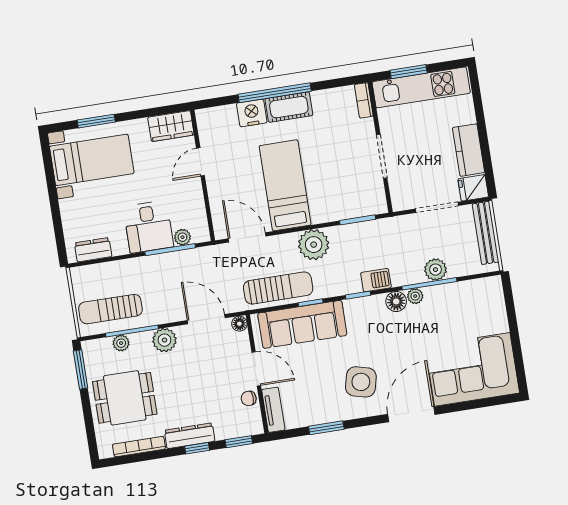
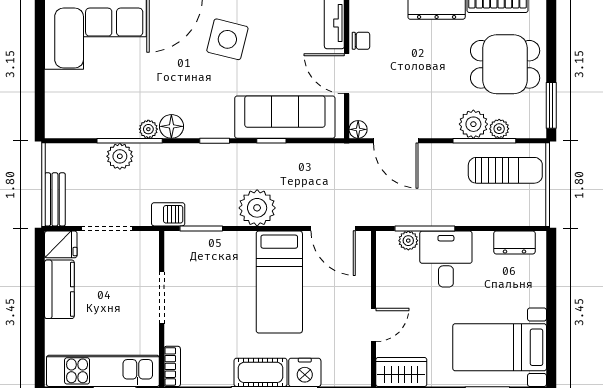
bench: (485, 233) -> (55, 199), width x0.73
barbecue: (376, 280) -> (168, 214), moved, turned 180
sun lounger: (278, 288) -> (306, 164), removed
plant: (164, 340) -> (473, 124), moved

